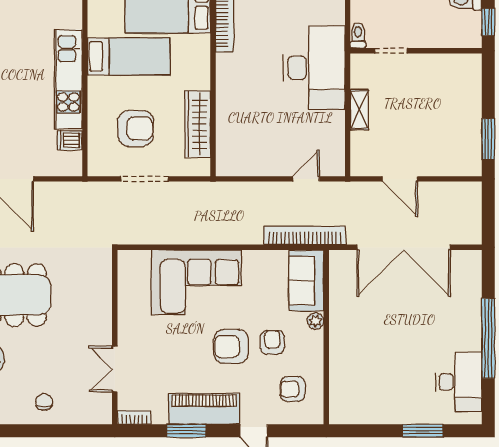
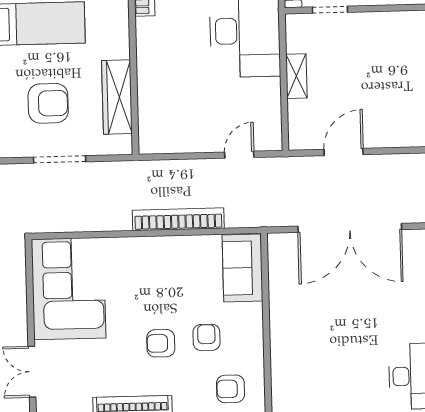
door: (400, 179) -> (344, 152), swing flipped
bookcase: (305, 235) -> (178, 219), moved
corner sofa: (196, 282) -> (69, 289), moved, turned -90
plant: (315, 321) -> (254, 312), removed
armchair: (231, 346) -> (161, 343), width x0.72, depth x0.72

